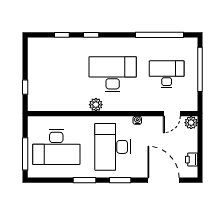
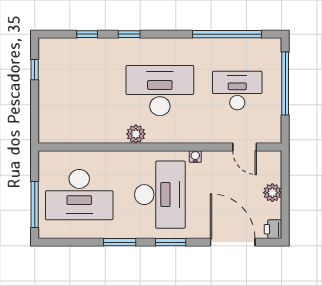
window: (25, 87) -> (35, 70), moved
door: (172, 114) -> (245, 147), hinge flipped
plant: (191, 123) -> (272, 193), moved
desk: (113, 147) -> (160, 195), turned 180
printer: (192, 160) -> (273, 229), moved

